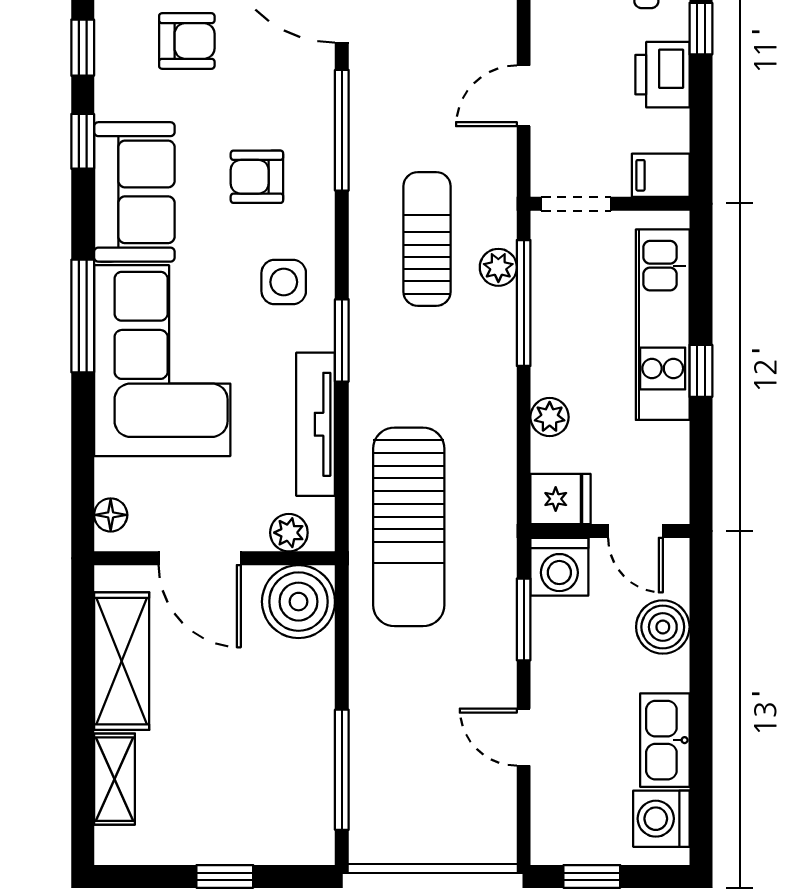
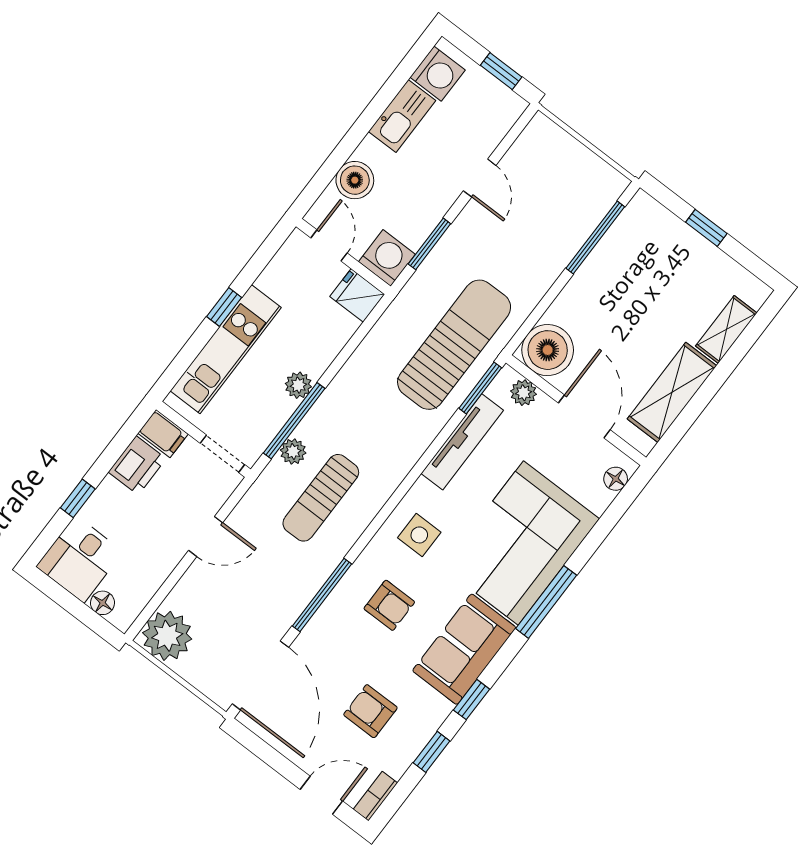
printer: (662, 75) -> (137, 465), moved
window: (342, 340) -> (480, 388), moved
plant: (550, 417) -> (298, 385), moved

